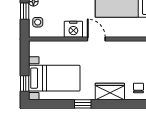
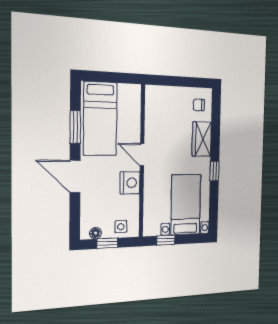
door: (96, 39) -> (142, 155), hinge flipped
window: (25, 83) -> (166, 240), moved

